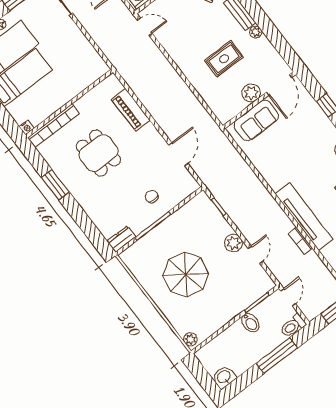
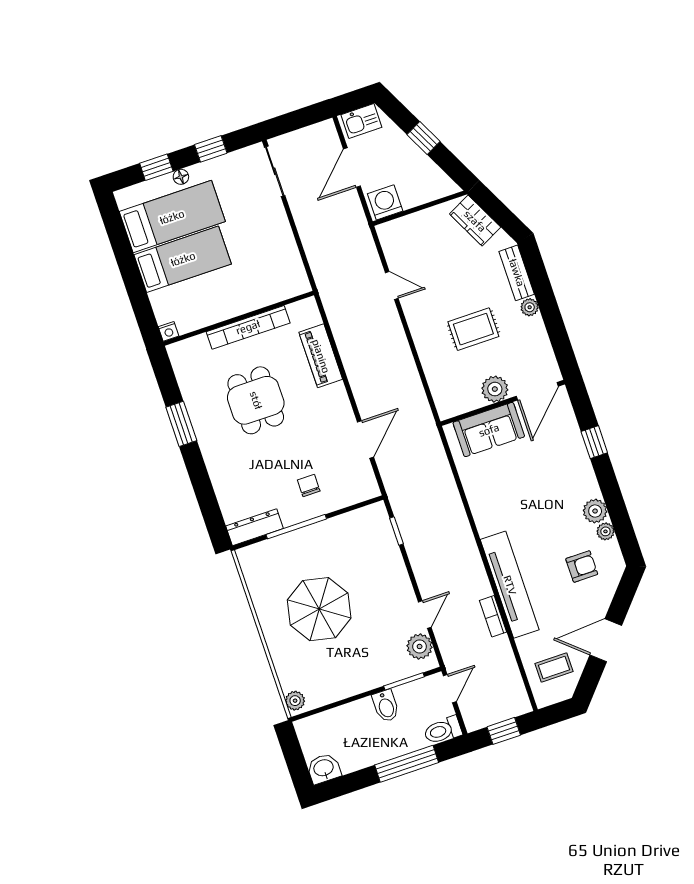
door: (145, 27) -> (392, 285), moved
bookcase: (54, 126) -> (248, 327), moved
dresser: (121, 239) -> (255, 527), width x1.44
plant: (233, 243) -> (420, 646), moved

